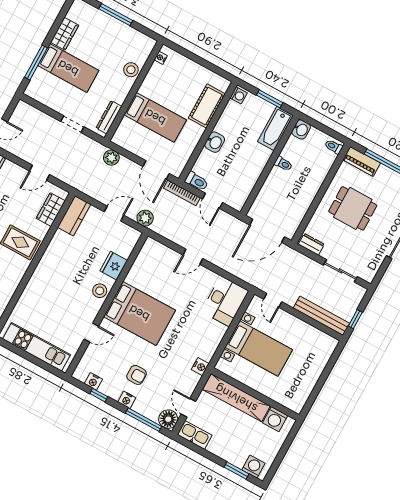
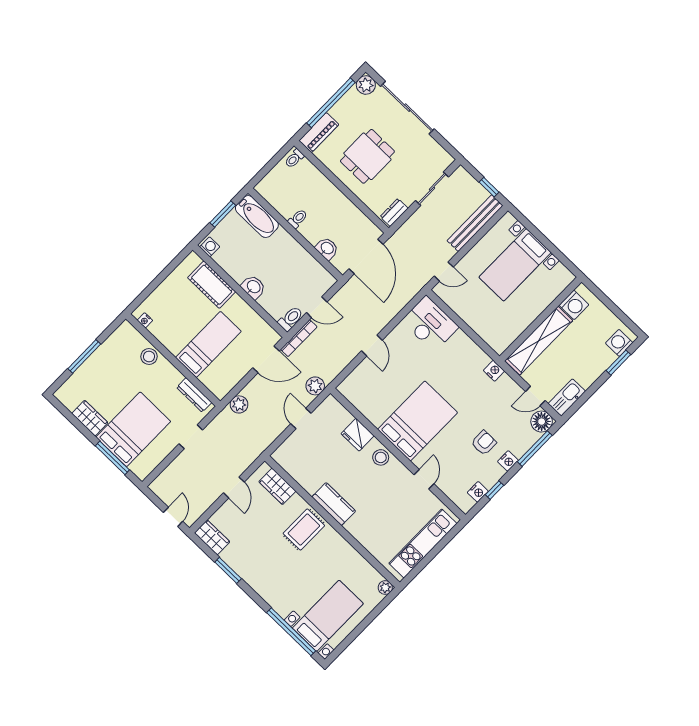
bed: (68, 68) -> (133, 429), width x1.50
washbasin: (301, 129) -> (327, 248), moved
kitchen counter: (74, 216) -> (334, 504), moved
bed with nightstands: (259, 348) -> (515, 265), moved, turned 180

